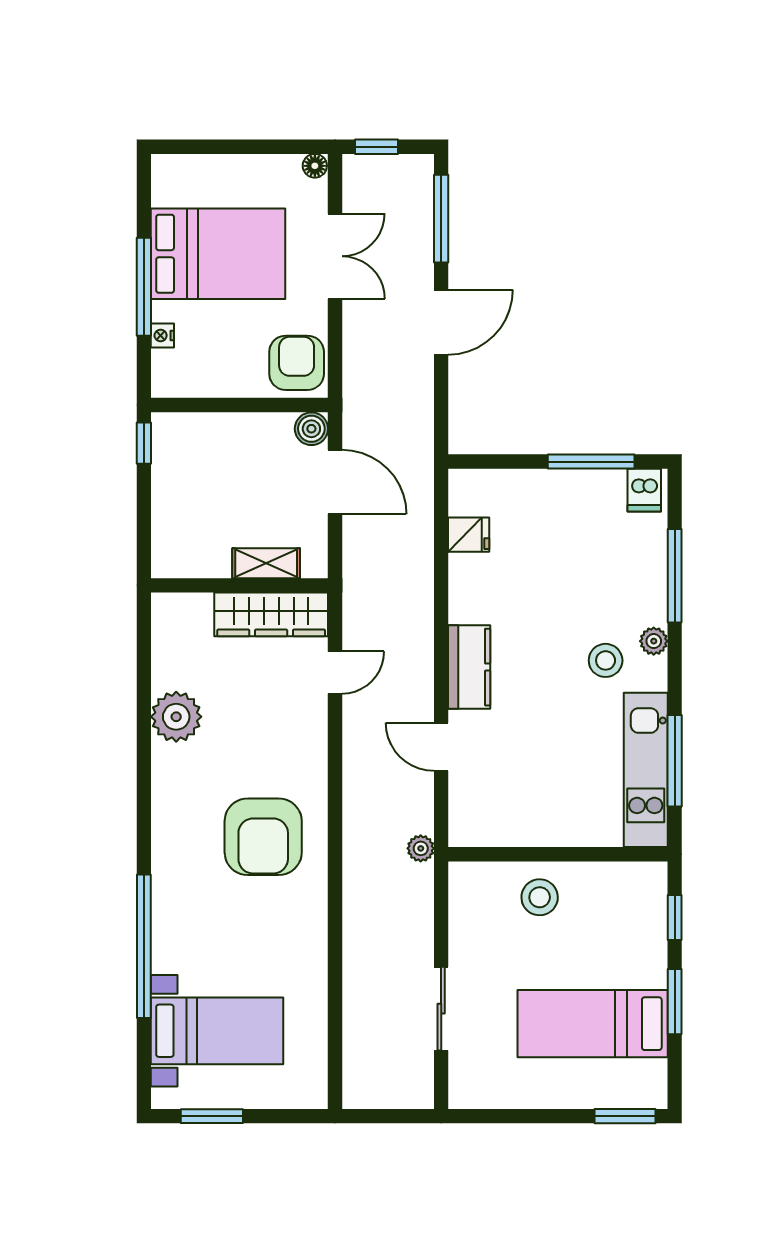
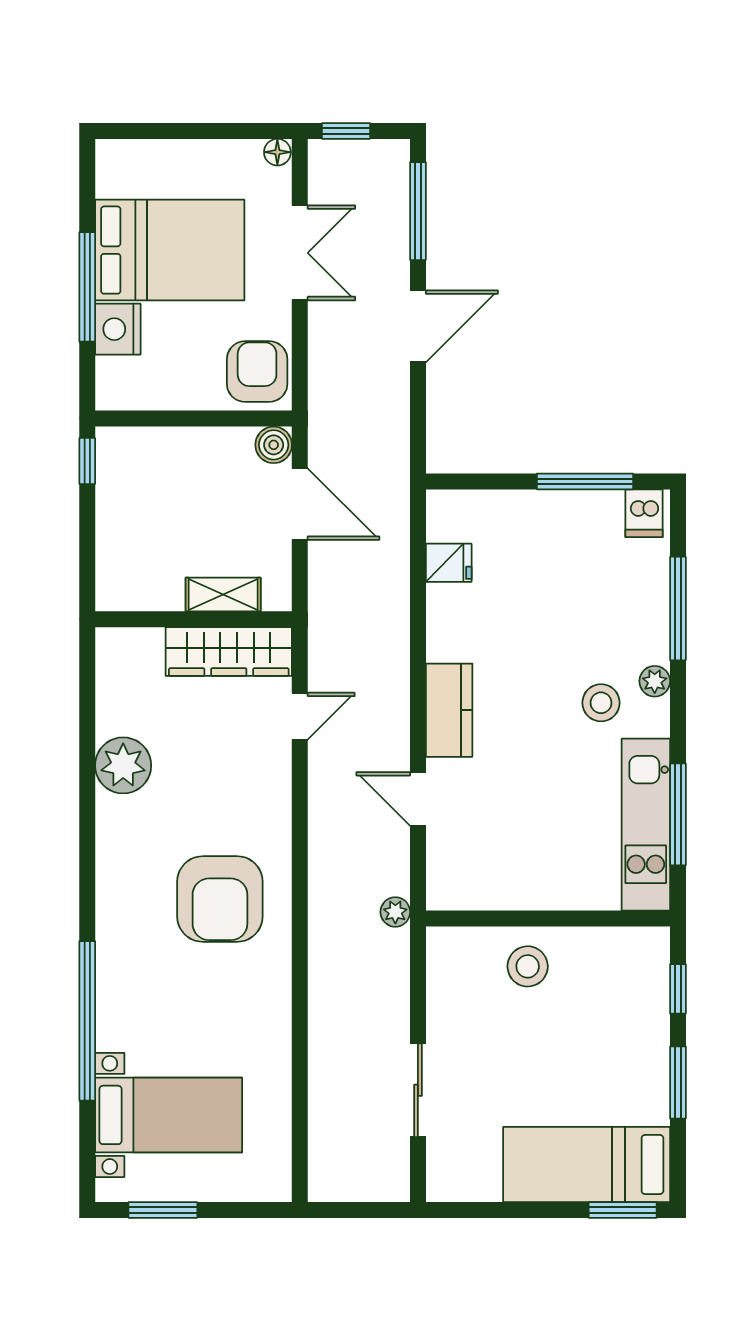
nightstand: (162, 335) -> (118, 329), width x1.89, depth x1.79
bed: (593, 1024) -> (587, 1165), moved

